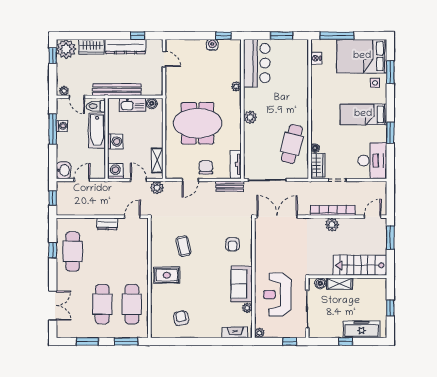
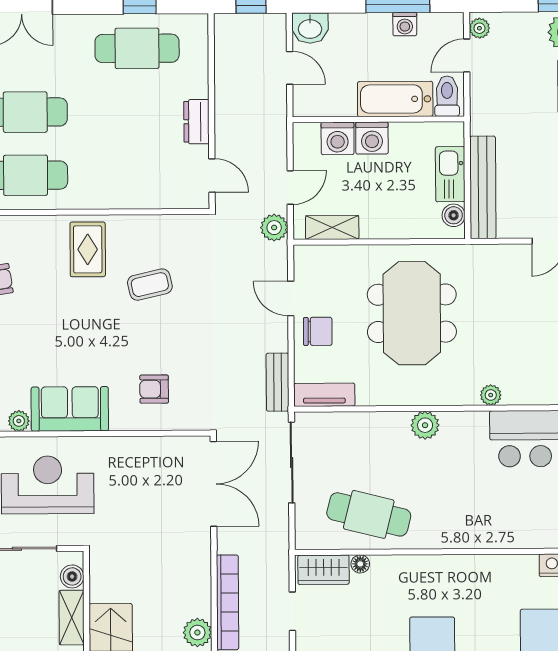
bench: (117, 90) -> (483, 187), moved
washing machine: (115, 171) -> (338, 138), moved, turned 90
plant: (332, 225) -> (197, 633), moved

